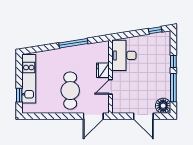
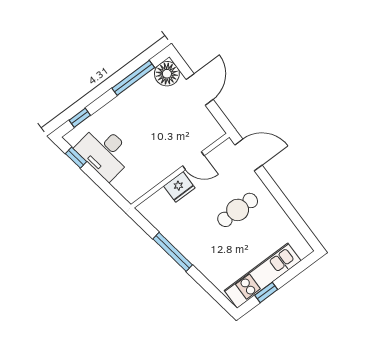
desk: (124, 55) -> (105, 152), moved, turned 81
window: (173, 61) -> (80, 118), moved
cafe table: (70, 91) -> (238, 210), width x0.73, depth x0.74
window: (19, 95) -> (266, 292), moved

